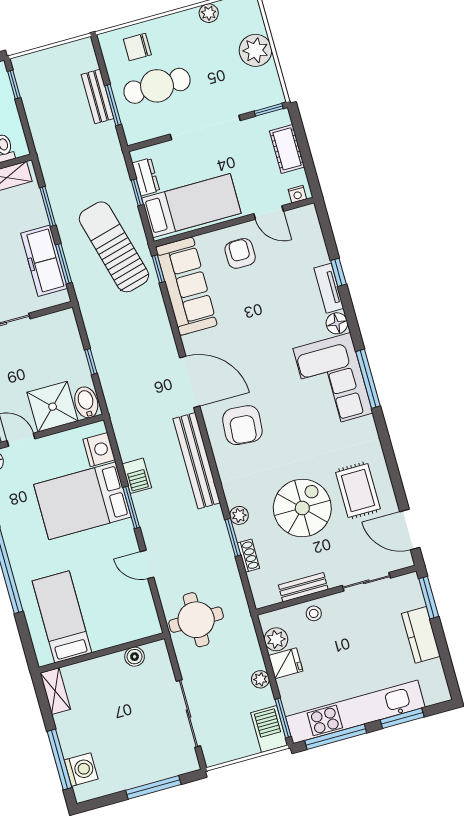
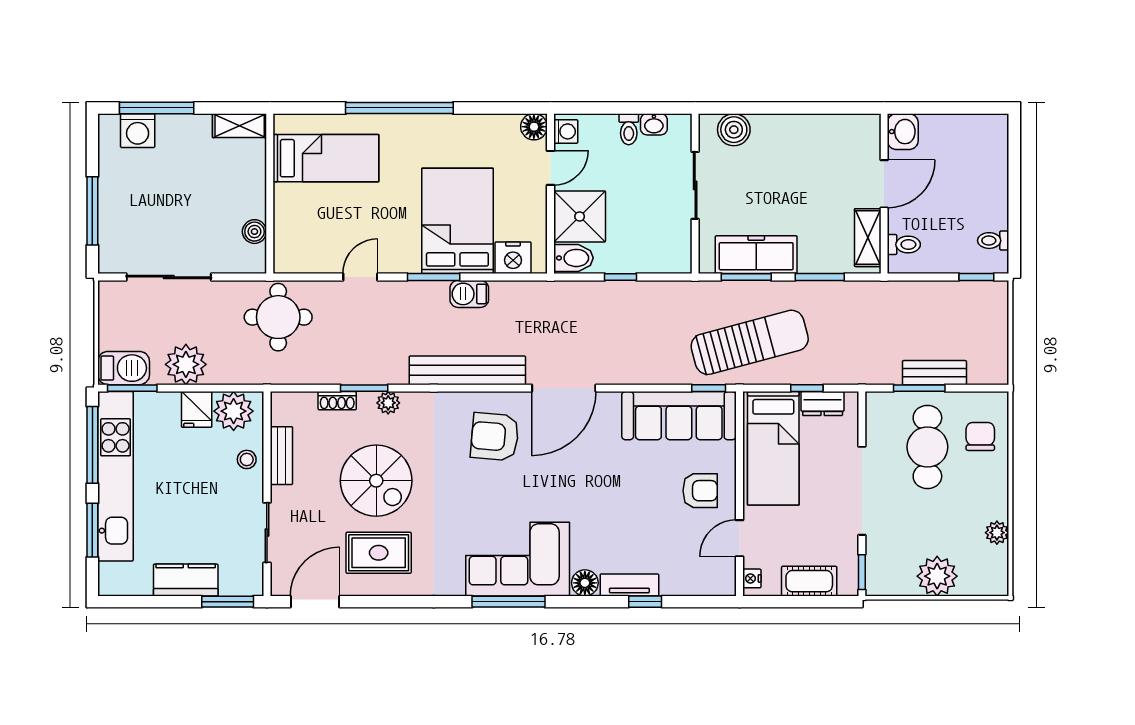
plant: (276, 639) -> (234, 411), width x1.36, depth x1.36
plant: (260, 679) -> (186, 364), width x1.88, depth x1.88

